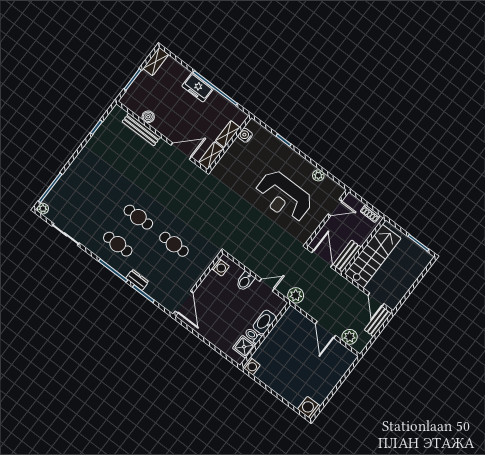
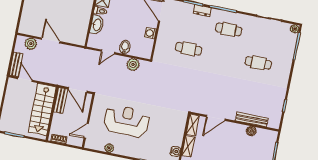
cafe table: (138, 217) -> (258, 63), moved
washing machine: (220, 267) -> (150, 33), moved
plant: (296, 295) -> (133, 64), moved

